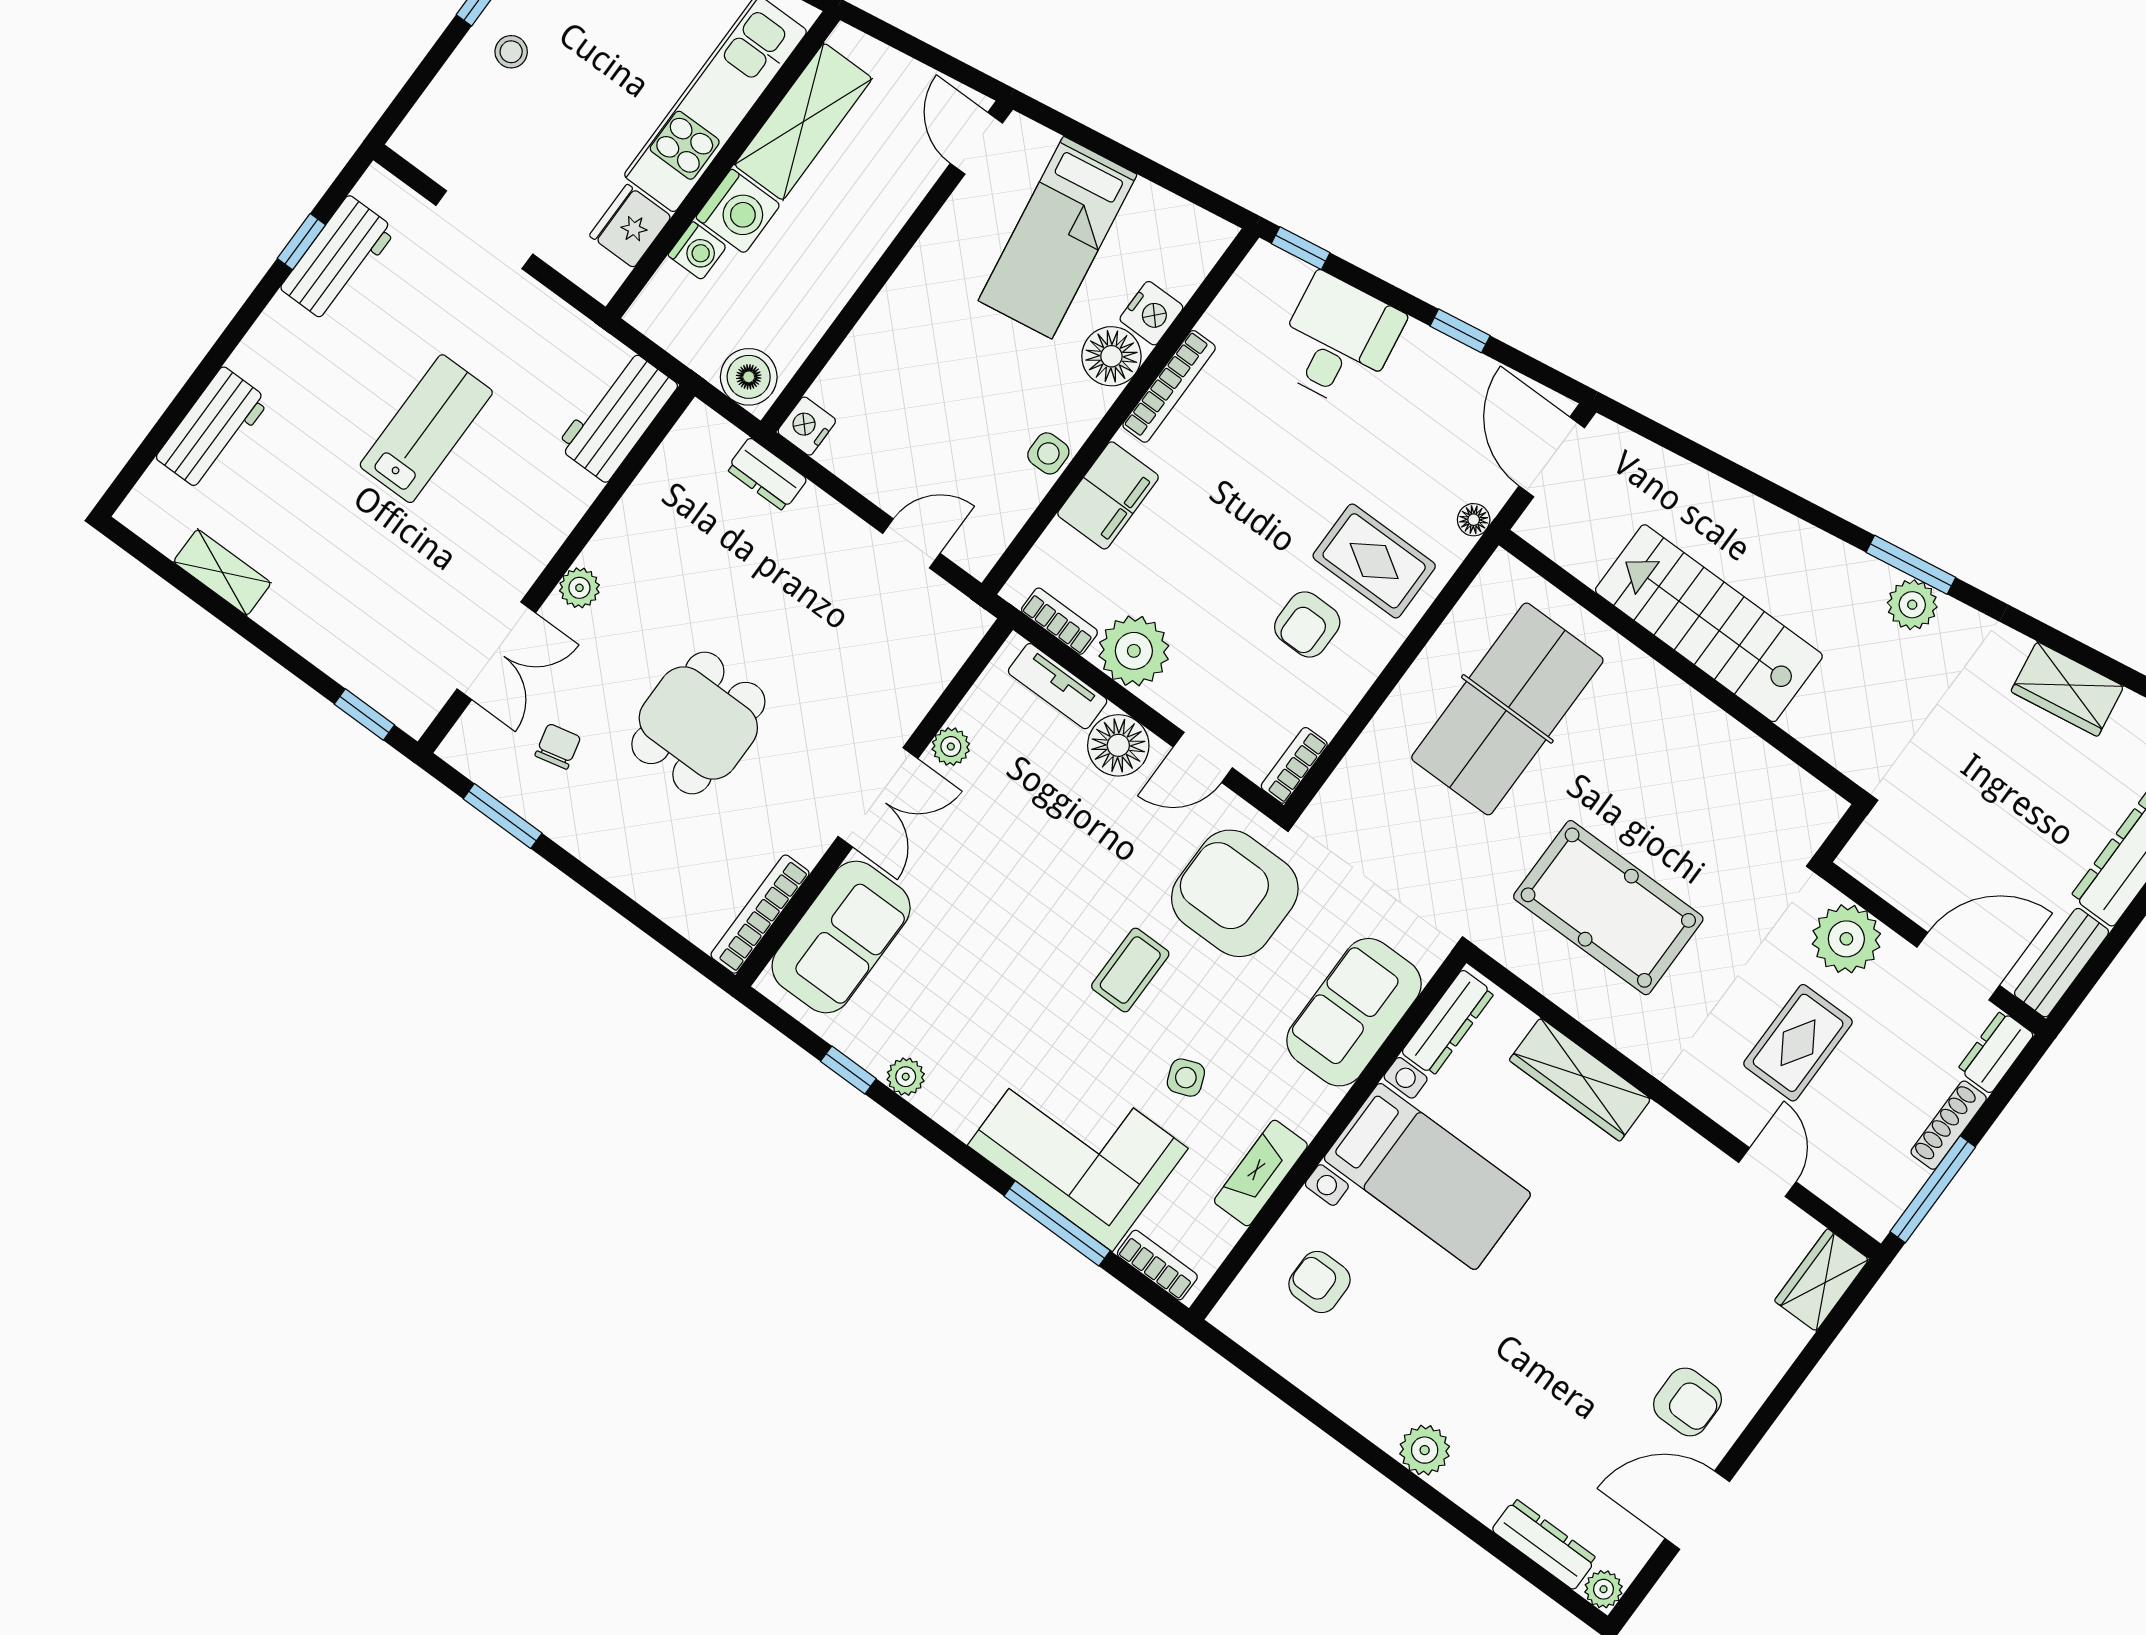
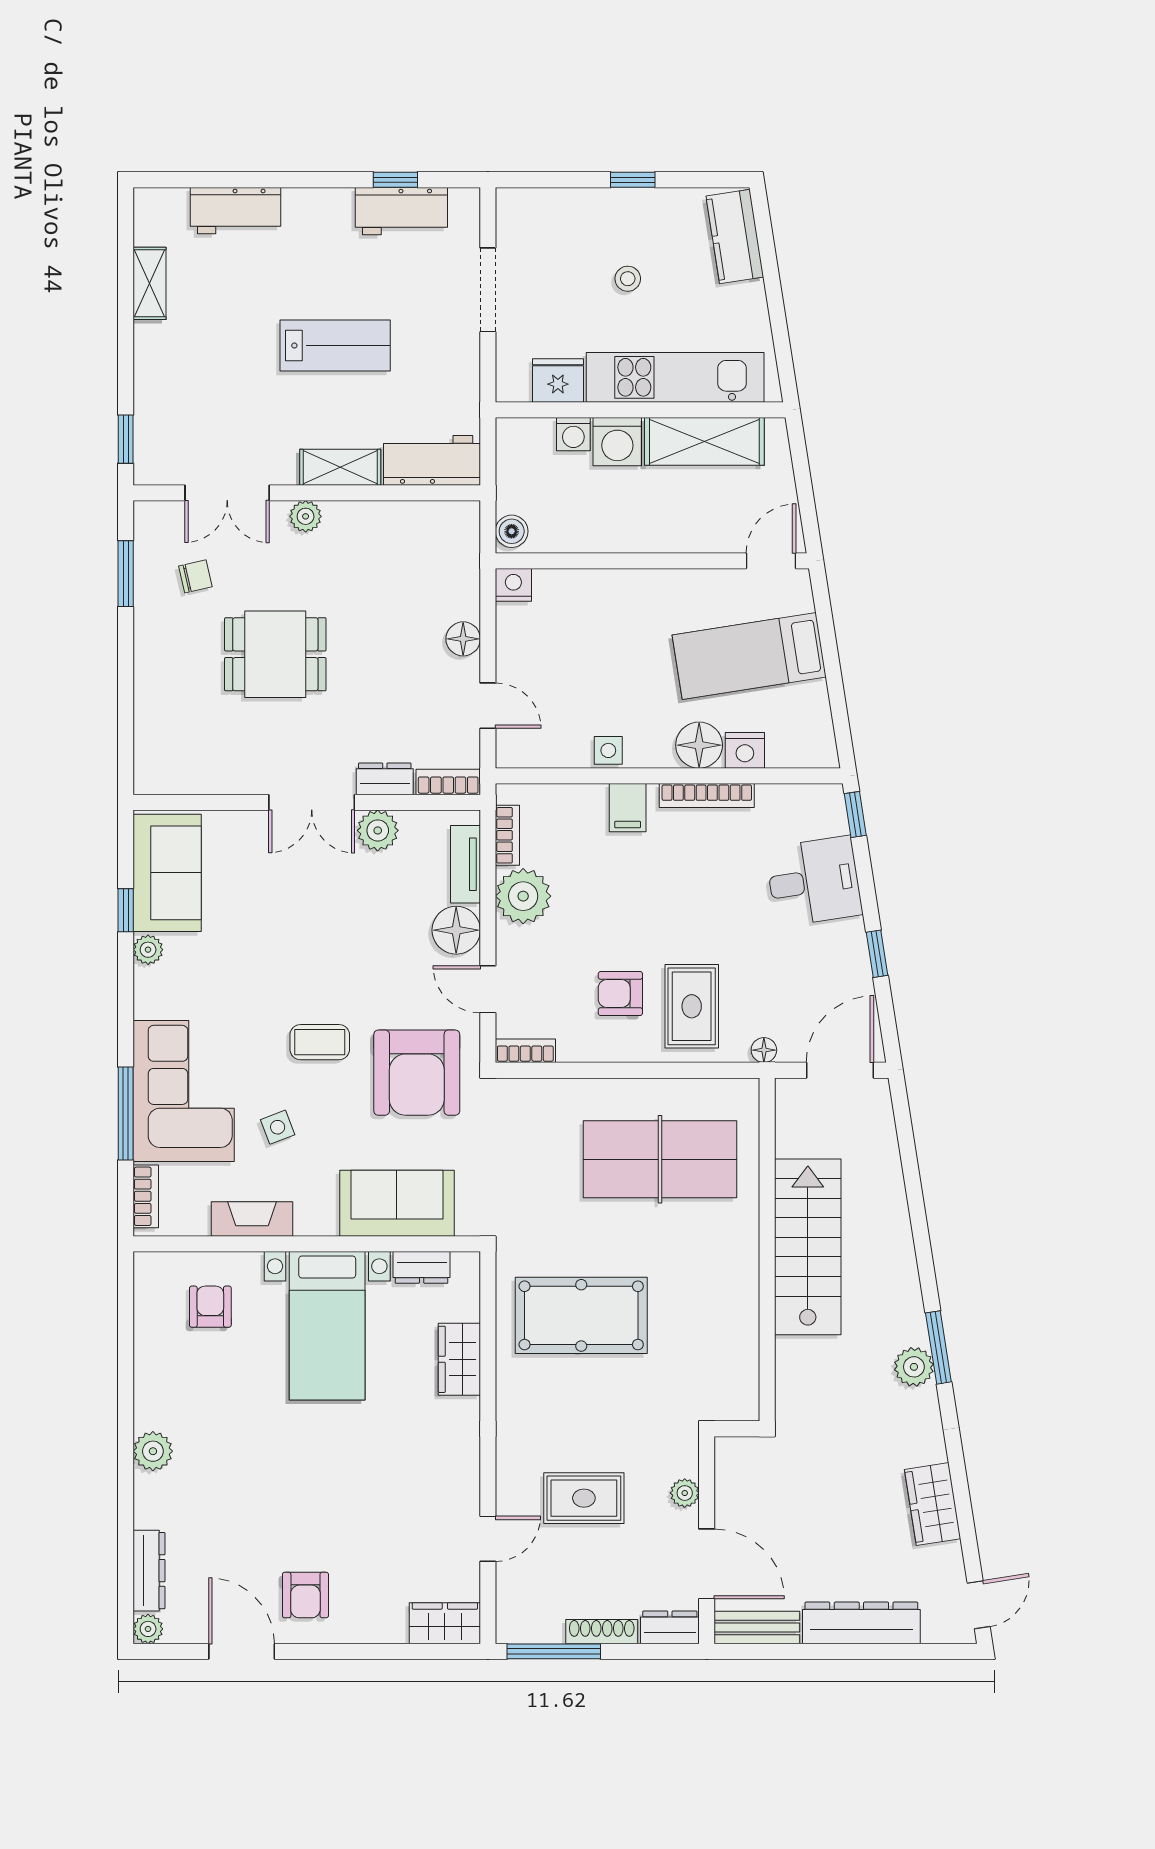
stool: (511, 52) -> (628, 279), moved
boiler: (749, 377) -> (512, 531), width x0.73, depth x0.73
dresser: (767, 474) -> (385, 779), moved, turned 90
filing cabinet: (1108, 495) -> (628, 808), width x0.50
shelving: (555, 515) -> (340, 467), added
floor lamp: (824, 518) -> (463, 639), added
plant: (951, 747) -> (378, 830), width x1.38, depth x1.38
armchair: (1235, 893) -> (417, 1073), turned 180
pool table: (1608, 908) -> (581, 1315), turned 90
bookcase: (760, 914) -> (448, 782), moved, width x0.64
sofa: (841, 937) -> (167, 873), moved, turned -90
plant: (1846, 939) -> (685, 1493), width x0.53, depth x0.53
dresser: (1448, 1023) -> (422, 1267), width x0.70
wardrobe: (1580, 1080) -> (459, 1359), width x0.67

